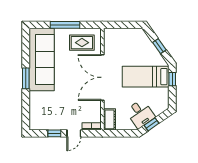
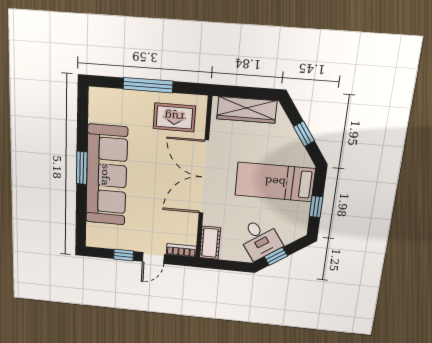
wardrobe: (125, 35) -> (247, 110), added
sofa: (42, 60) -> (106, 175), moved
window: (172, 79) -> (316, 207), moved

